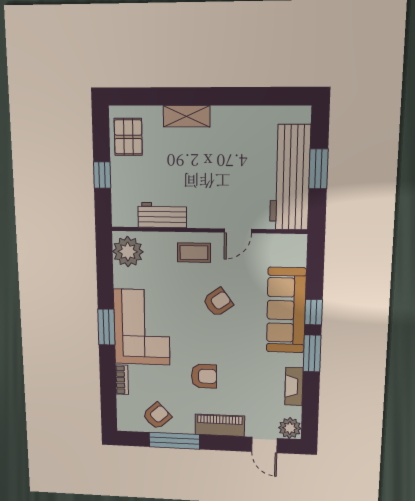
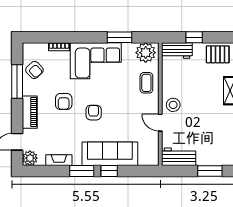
window: (318, 169) -> (210, 171), moved
workbench: (290, 178) -> (179, 157), width x0.53, depth x0.76
stool: (210, 210) -> (173, 105), added
workbench: (162, 215) -> (177, 50), moved, turned 90
coffee table: (194, 253) -> (146, 83), moved
armchair: (218, 302) -> (94, 113), moved, turned -144
window: (106, 327) -> (119, 37), moved

